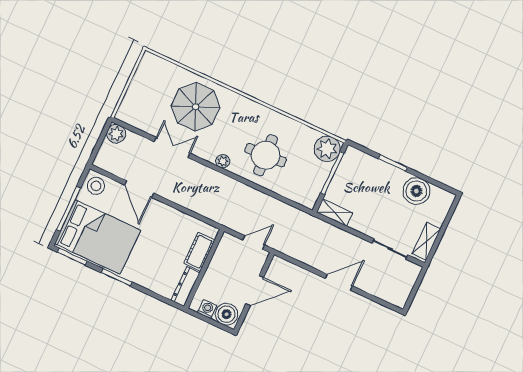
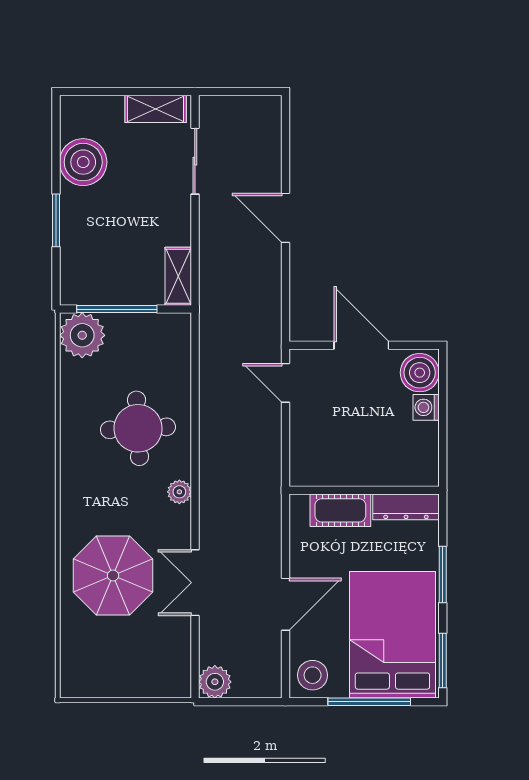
cot: (199, 252) -> (340, 510), moved
wall: (204, 269) -> (364, 490), moved
dresser: (185, 286) -> (406, 507), moved

